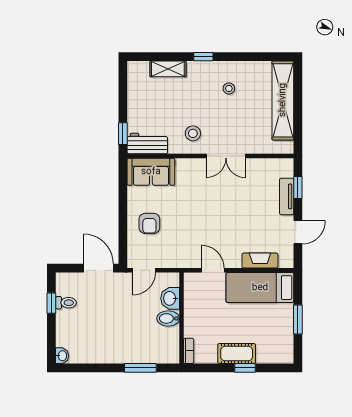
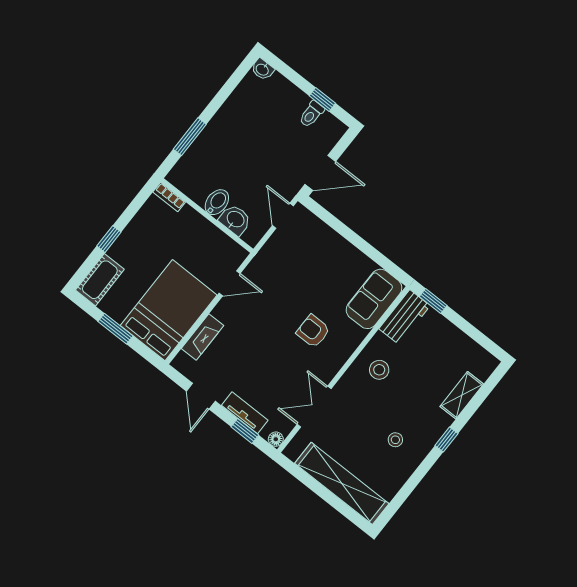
double door: (226, 156) -> (314, 407), moved
floor lamp: (288, 164) -> (276, 439), added
armchair: (149, 223) -> (313, 331), moved
bed: (260, 288) -> (169, 310), width x1.50
cot: (237, 354) -> (100, 280), moved

